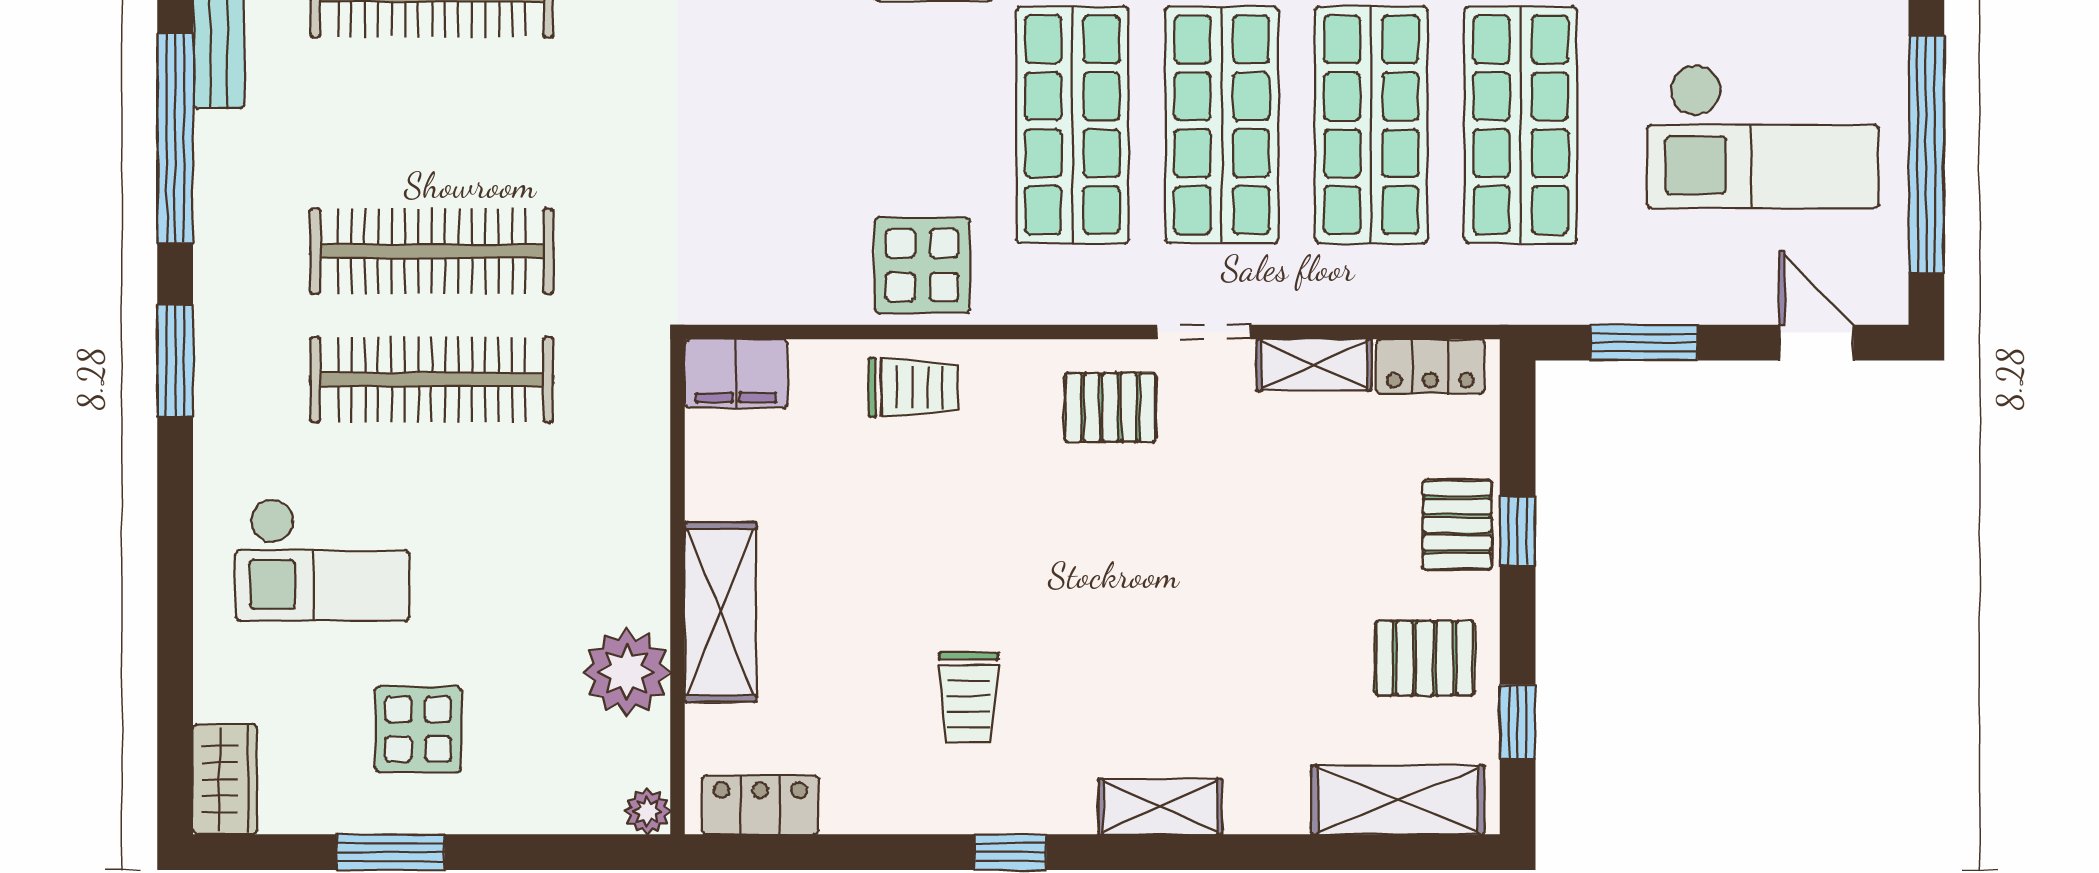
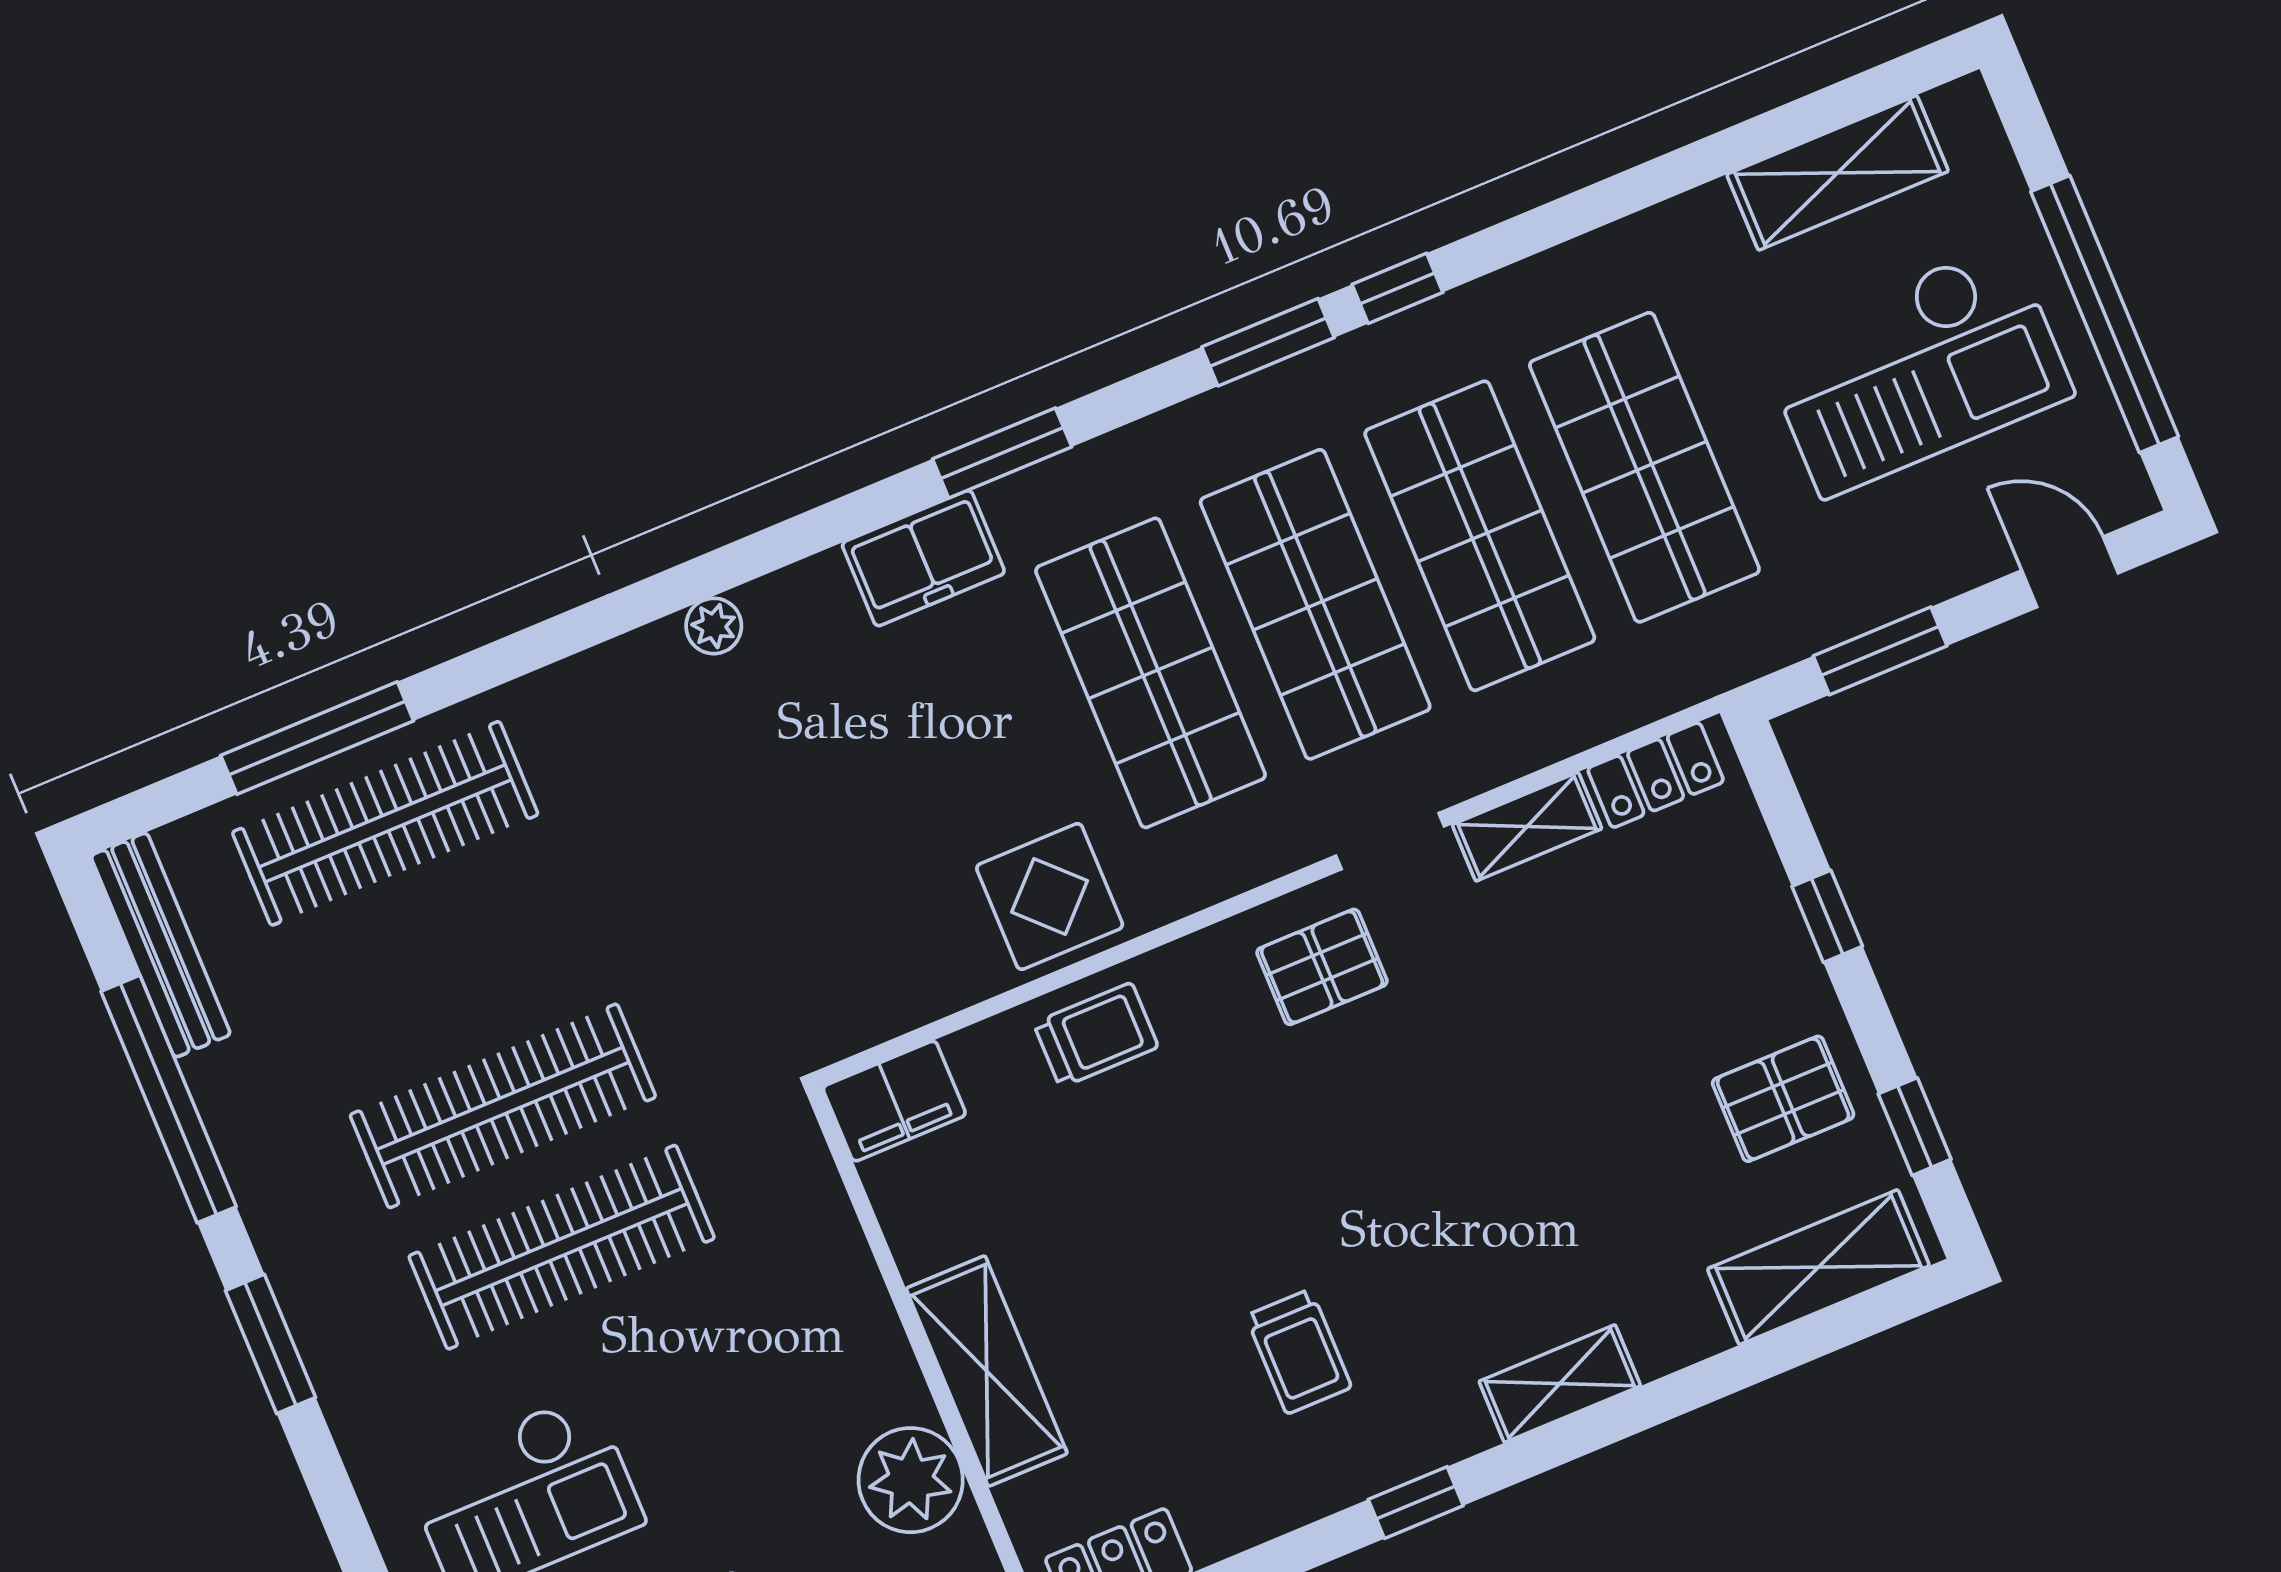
pallet: (1457, 525) -> (1758, 937), removed

